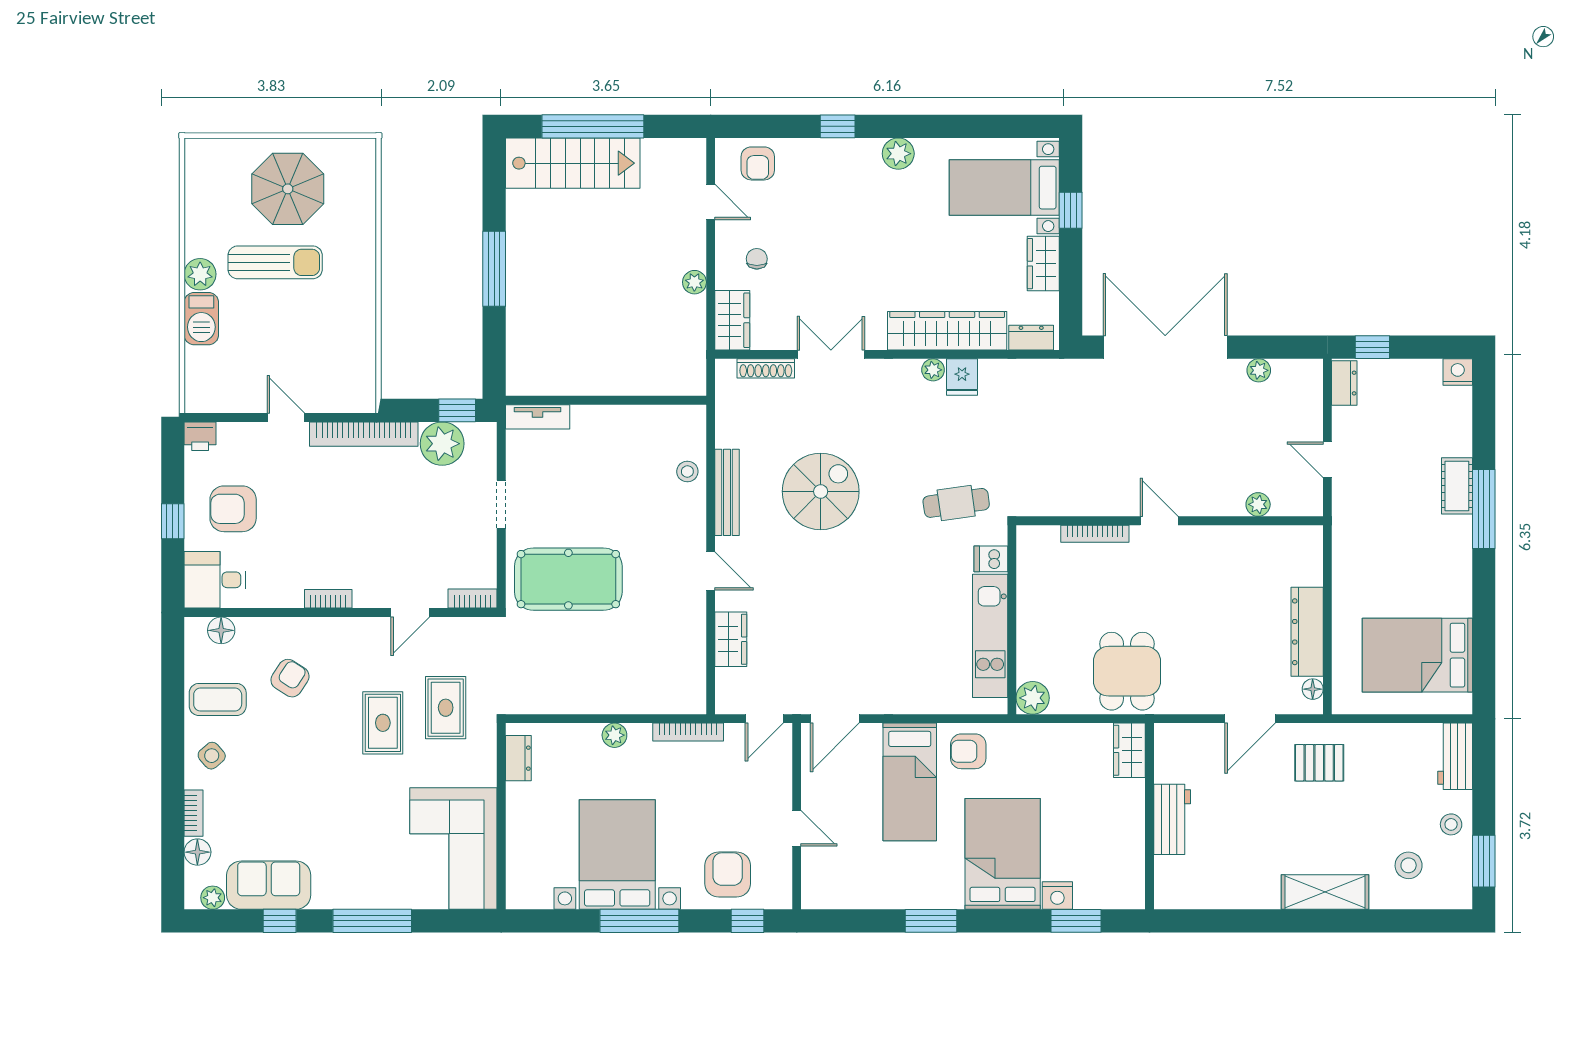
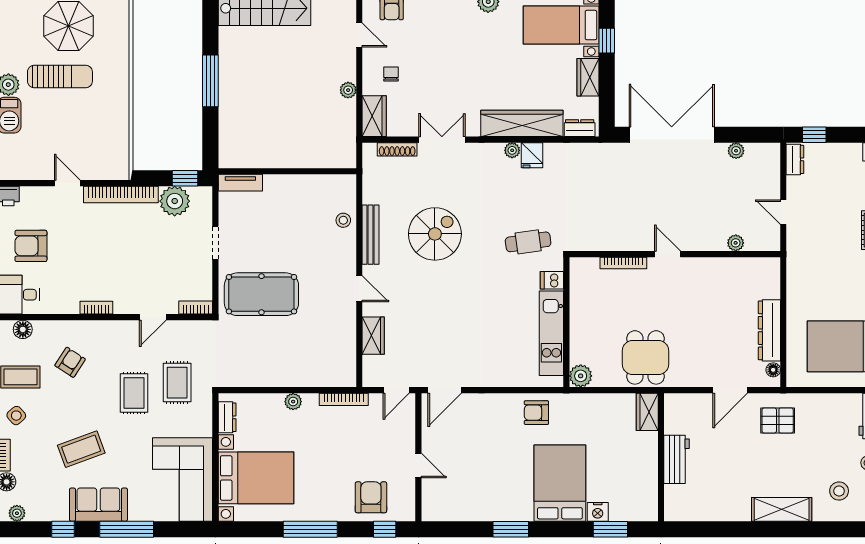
bed: (910, 782) -> (496, 434), removed
coffee table: (306, 804) -> (81, 449), added
bed with nightstands: (617, 855) -> (256, 478), moved, turned 90
sofa: (269, 885) -> (98, 505), moved

